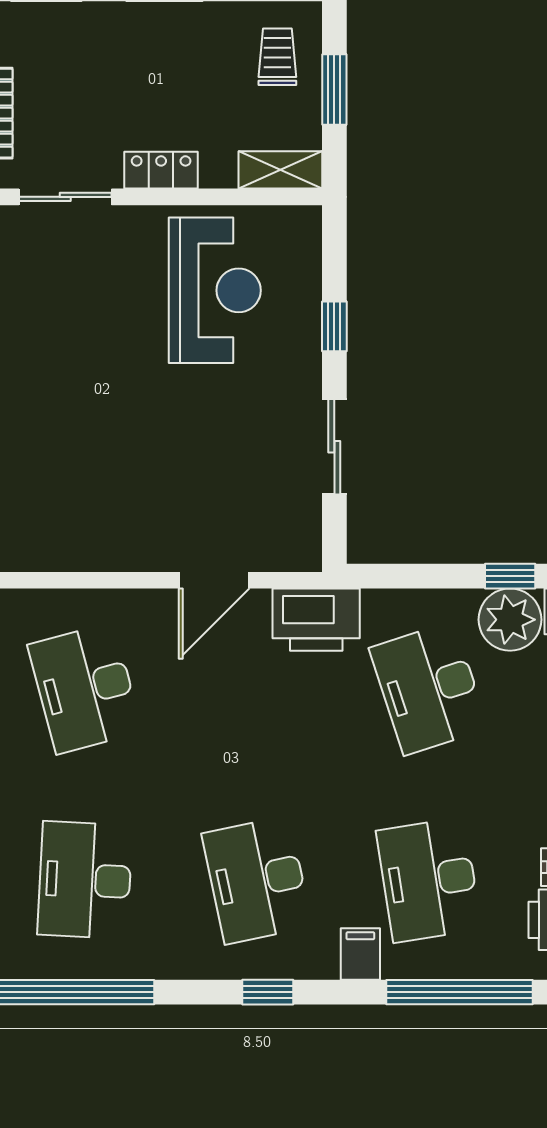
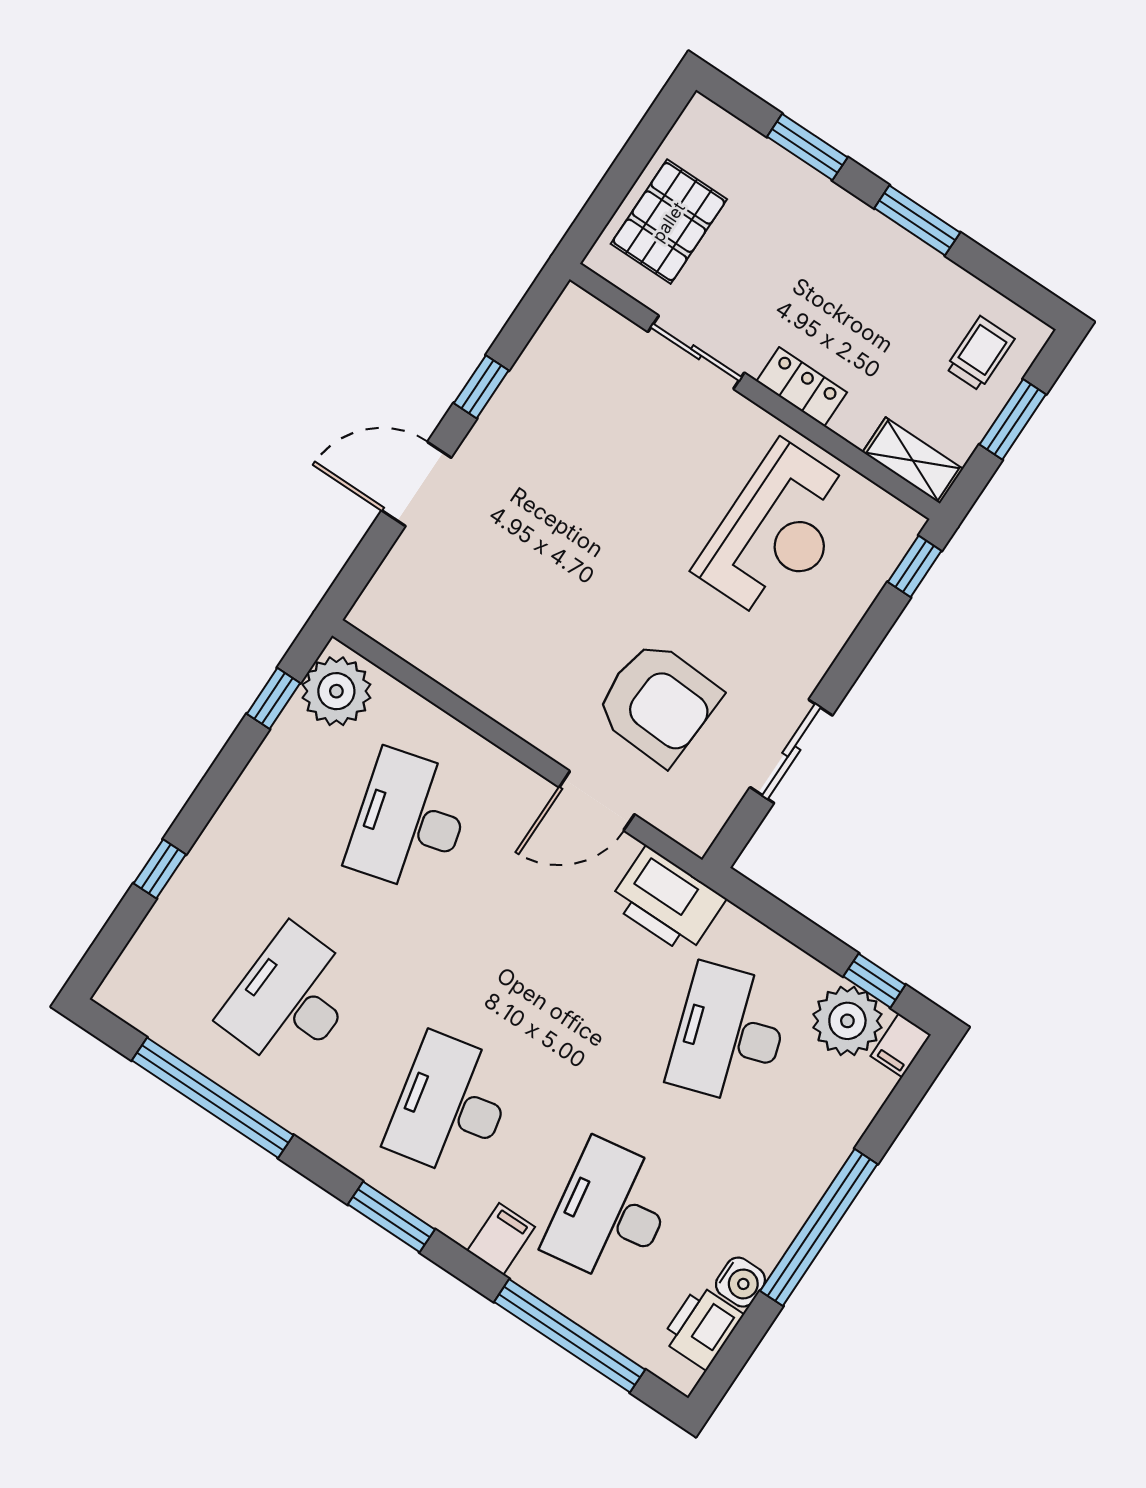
window: (334, 326) -> (915, 566), moved
armchair: (211, 477) -> (658, 703), added
window: (268, 992) -> (391, 1217), width x1.50

